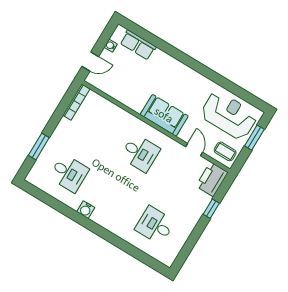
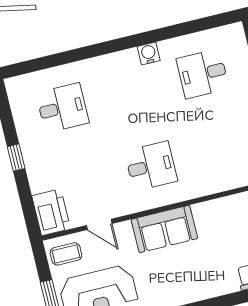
desk: (140, 153) -> (151, 166), turned 180
window: (211, 209) -> (16, 158), moved

